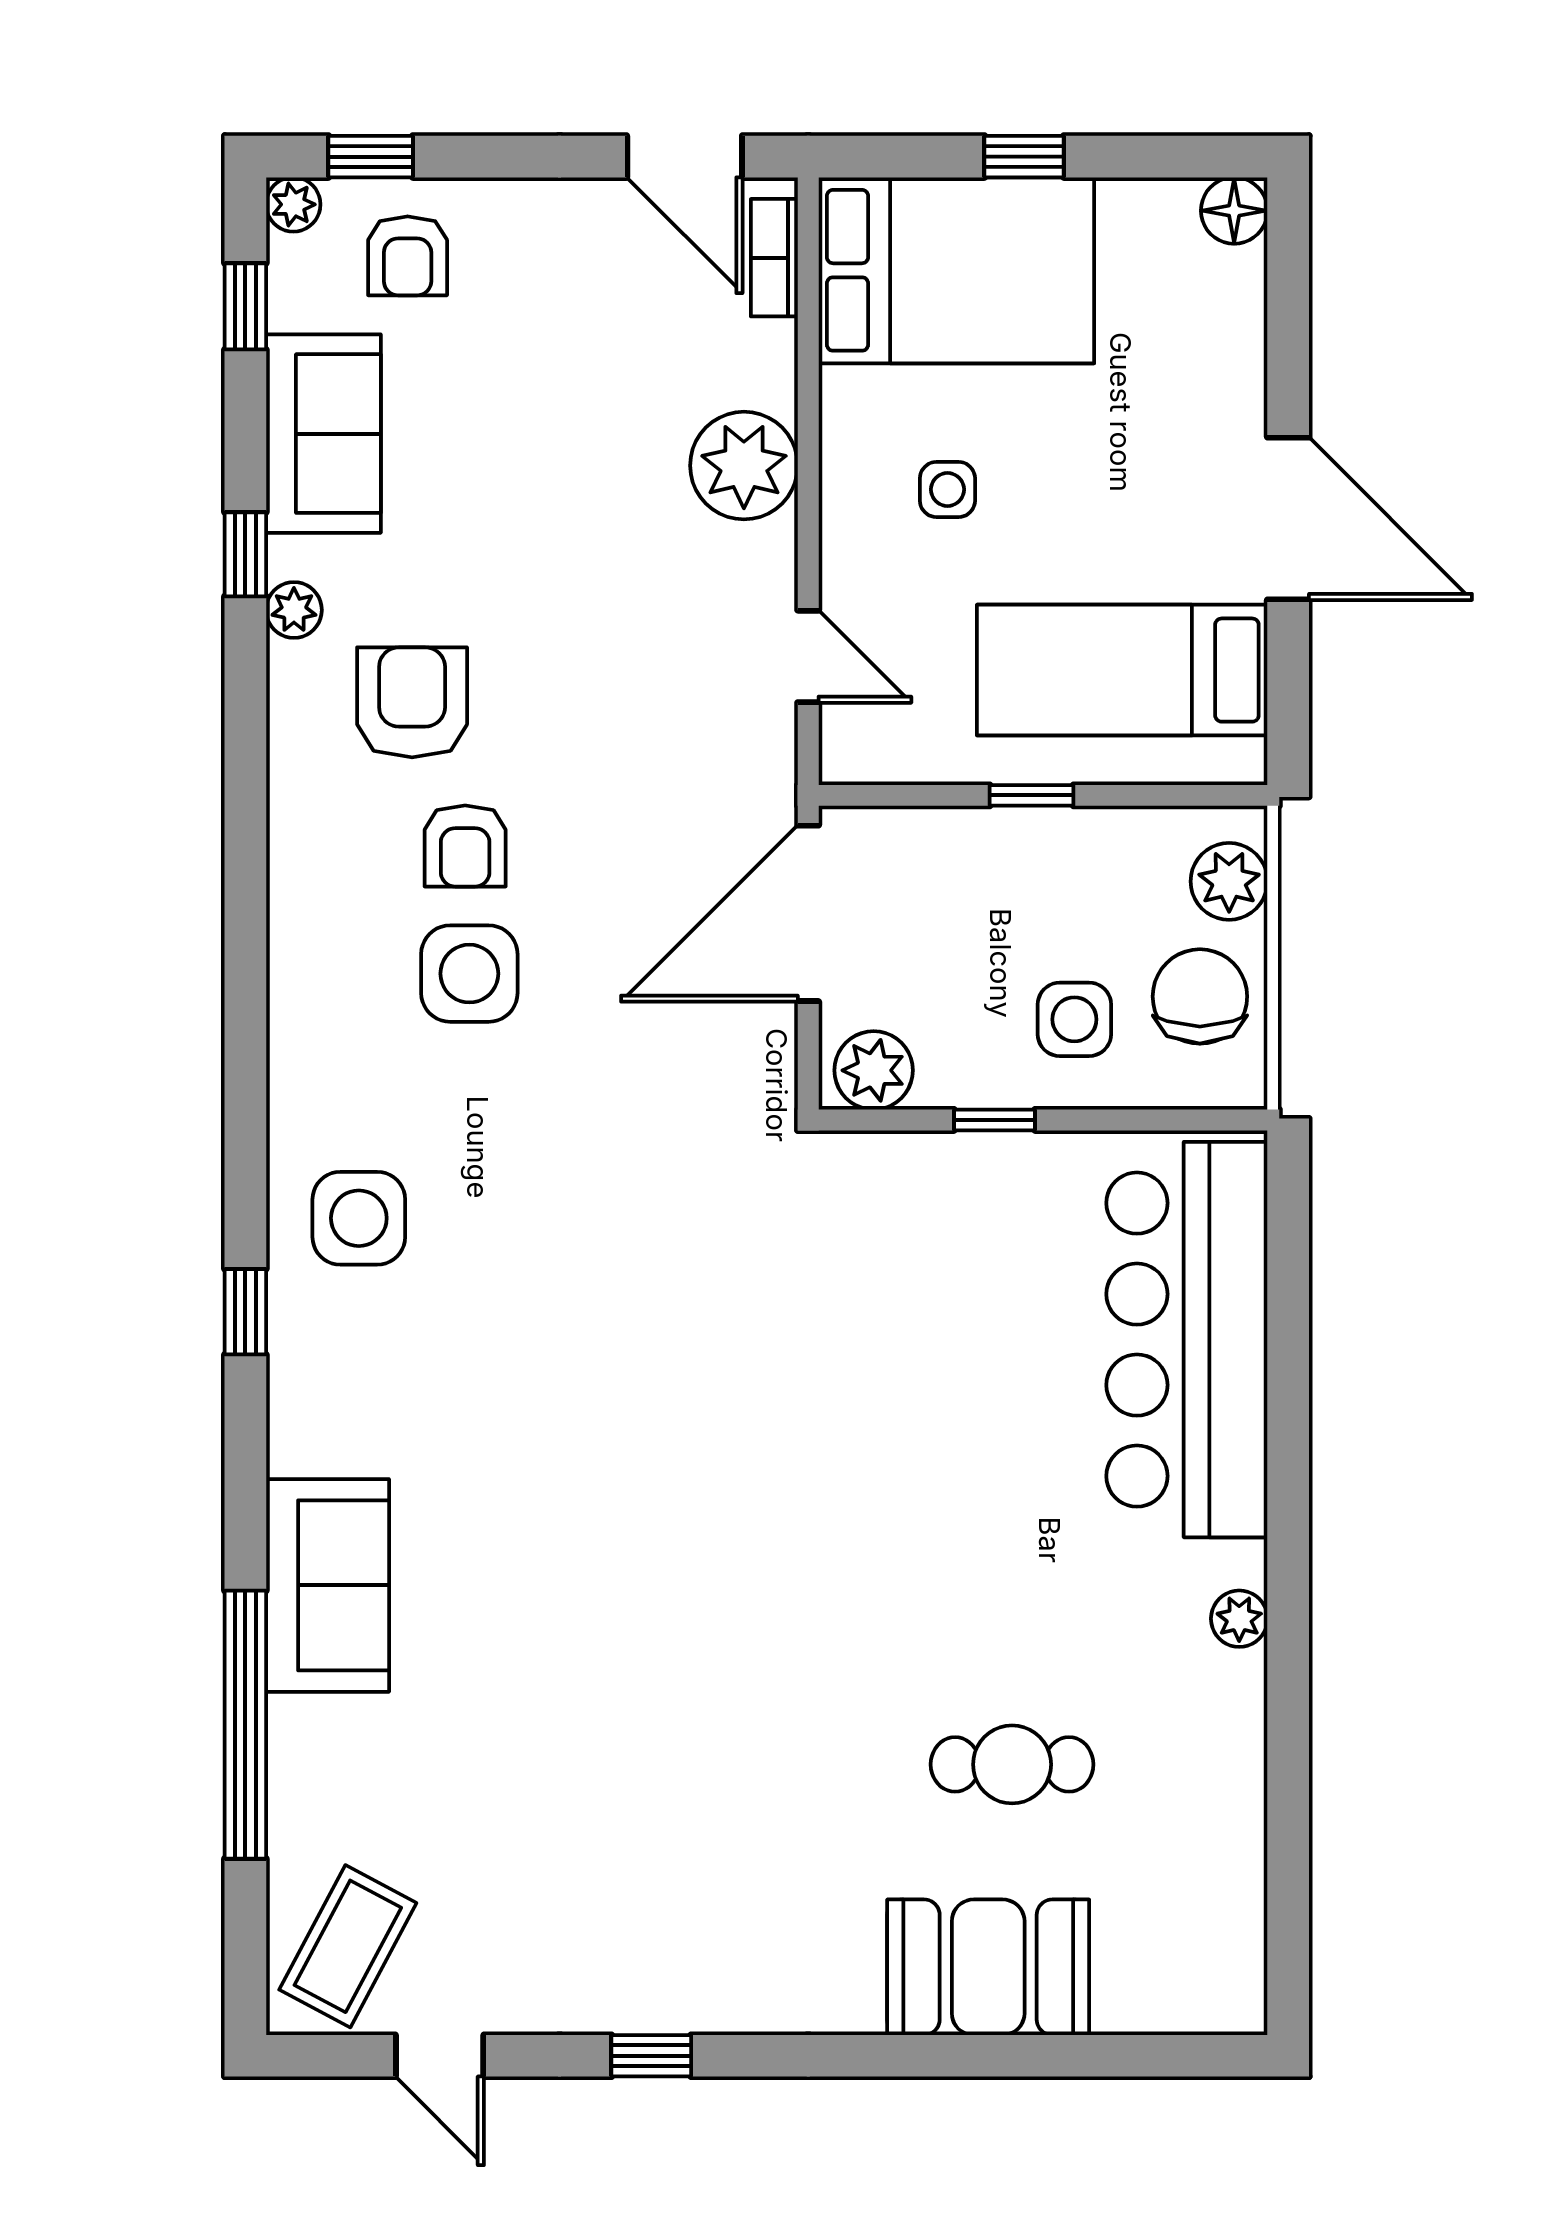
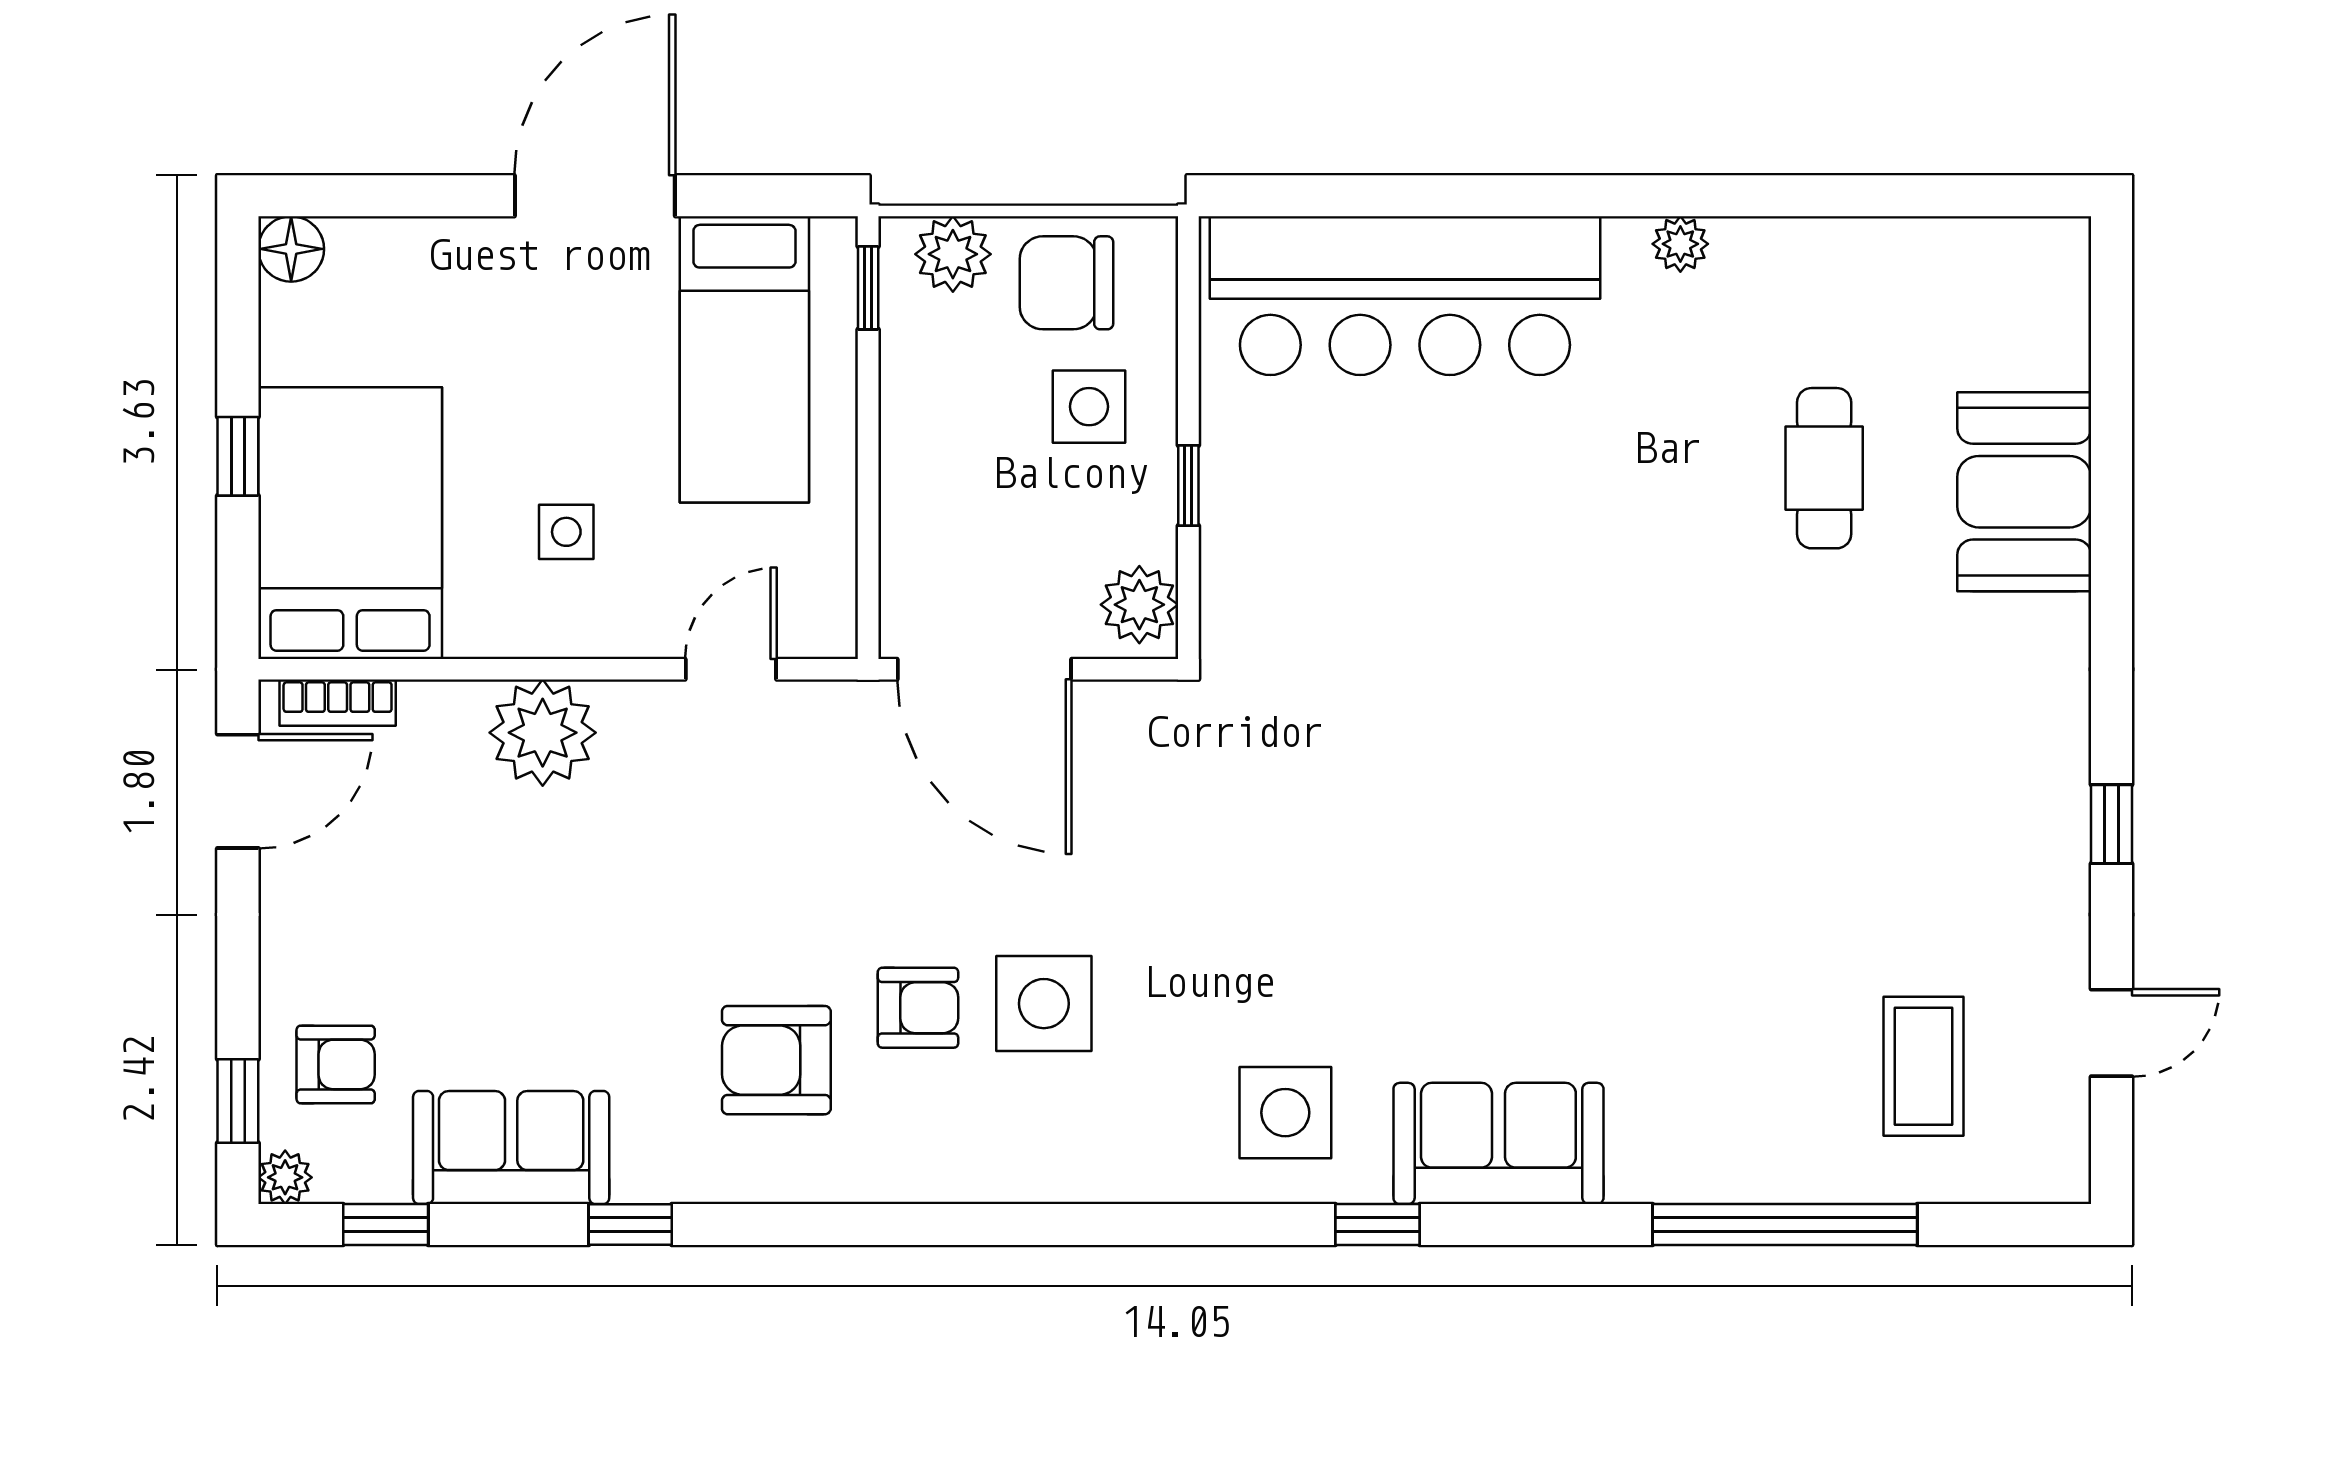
plant: (294, 610) -> (685, 1177), removed
window: (1032, 795) -> (868, 288), moved
sofa: (328, 1585) -> (1498, 1143), moved
coffee table: (348, 1946) -> (1923, 1066), moved, turned 62

